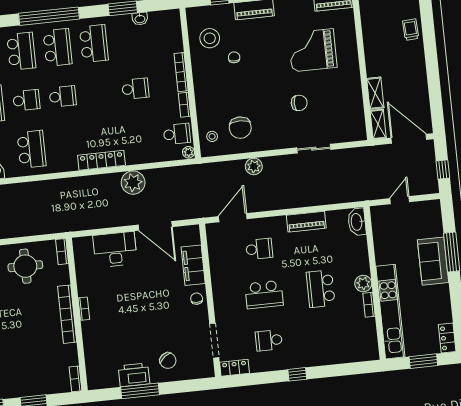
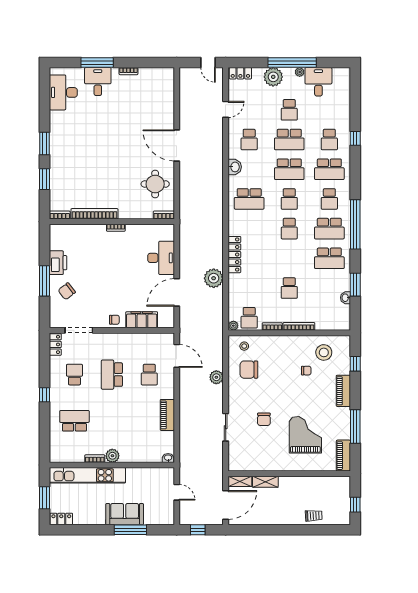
school desk: (21, 51) -> (329, 199), width x0.54
washbasin: (357, 222) -> (168, 458), width x0.52, depth x0.69
school desk: (321, 289) -> (74, 421), moved
bookcase: (67, 314) -> (94, 214), moved
window: (140, 391) -> (45, 281), moved

